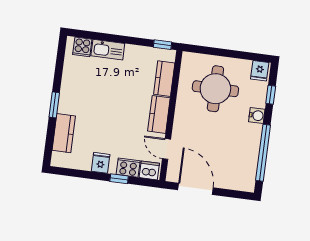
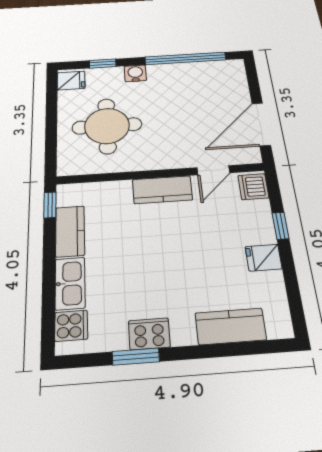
kitchen counter: (164, 79) -> (70, 231), moved, turned -90
window: (54, 105) -> (136, 357), moved
cooker: (128, 168) -> (149, 334), moved, turned 90

